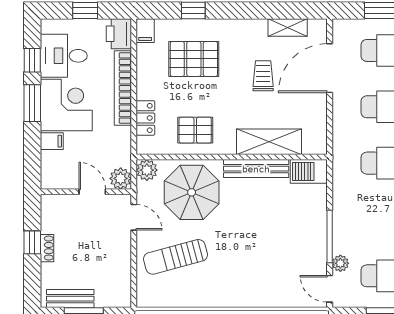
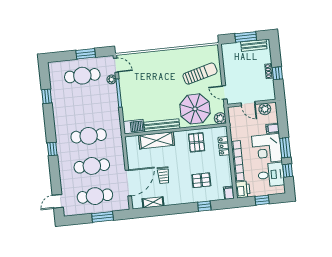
pallet: (194, 59) -> (201, 180), width x0.67, depth x0.71
pallet: (195, 130) -> (197, 142), turned 90
plant: (121, 178) -> (265, 109), moved

